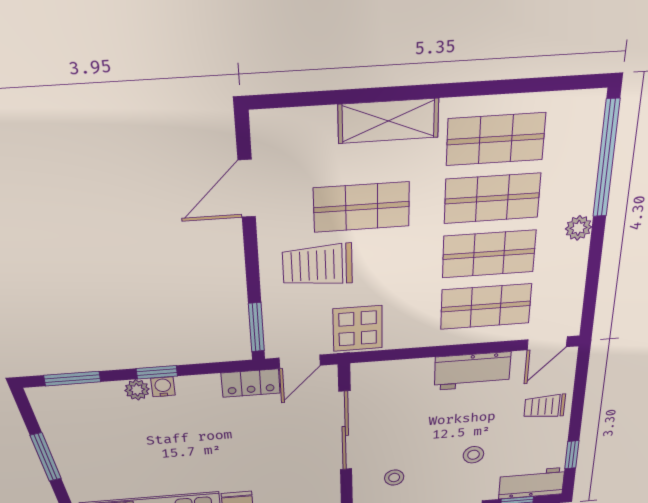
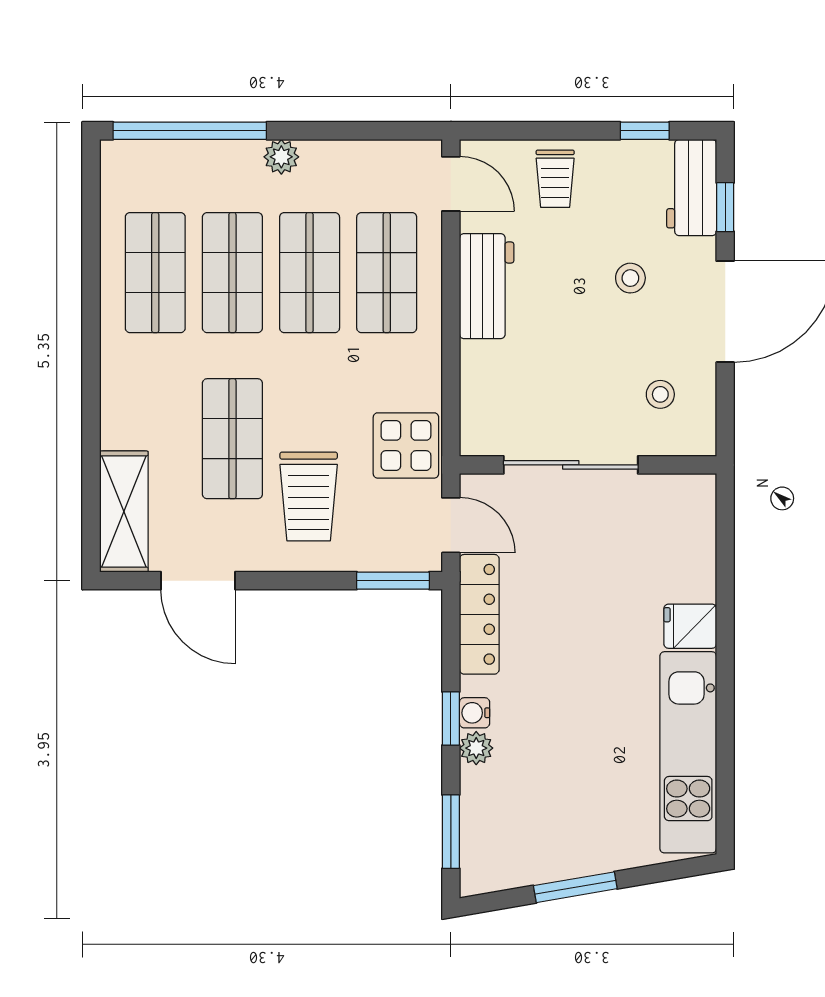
shelving: (388, 121) -> (124, 511), moved
locker: (251, 383) -> (479, 614), width x1.53

